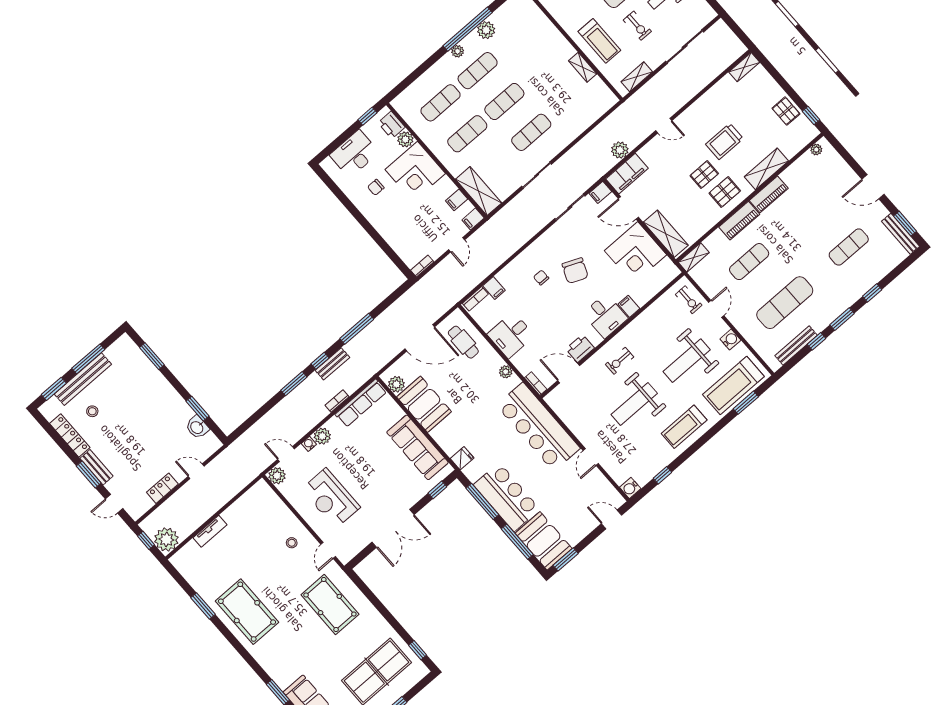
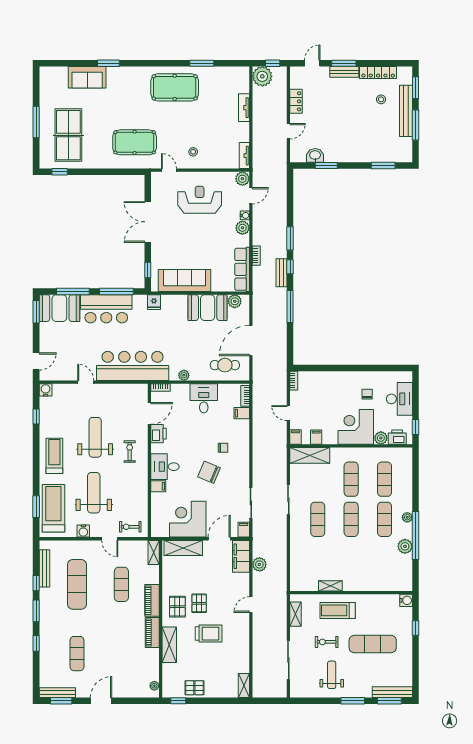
trolley: (724, 141) -> (209, 634), turned 90
tv unit: (254, 492) -> (244, 156), added

